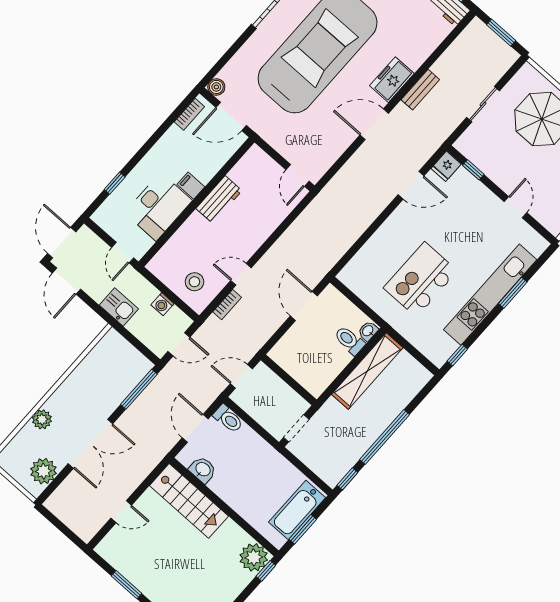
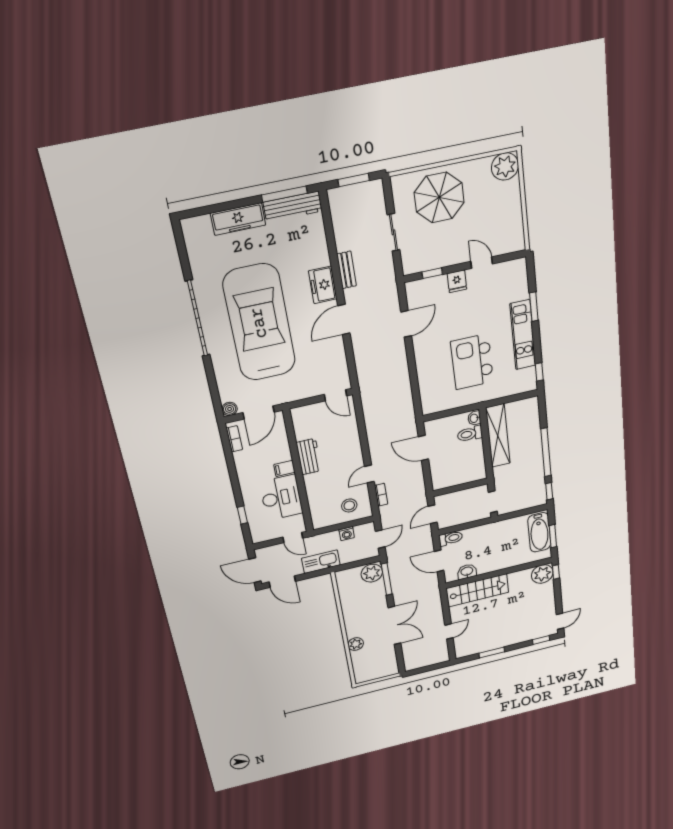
fridge: (446, 166) -> (457, 281), moved
kitchen unit: (490, 295) -> (523, 335), width x0.73
kitchen sink: (119, 307) -> (321, 562), width x1.38
plant: (44, 471) -> (372, 573), moved

